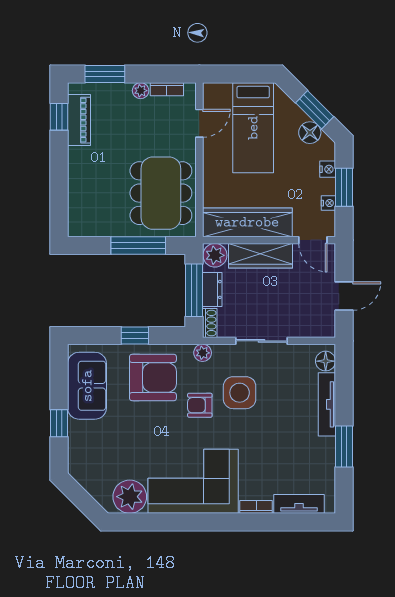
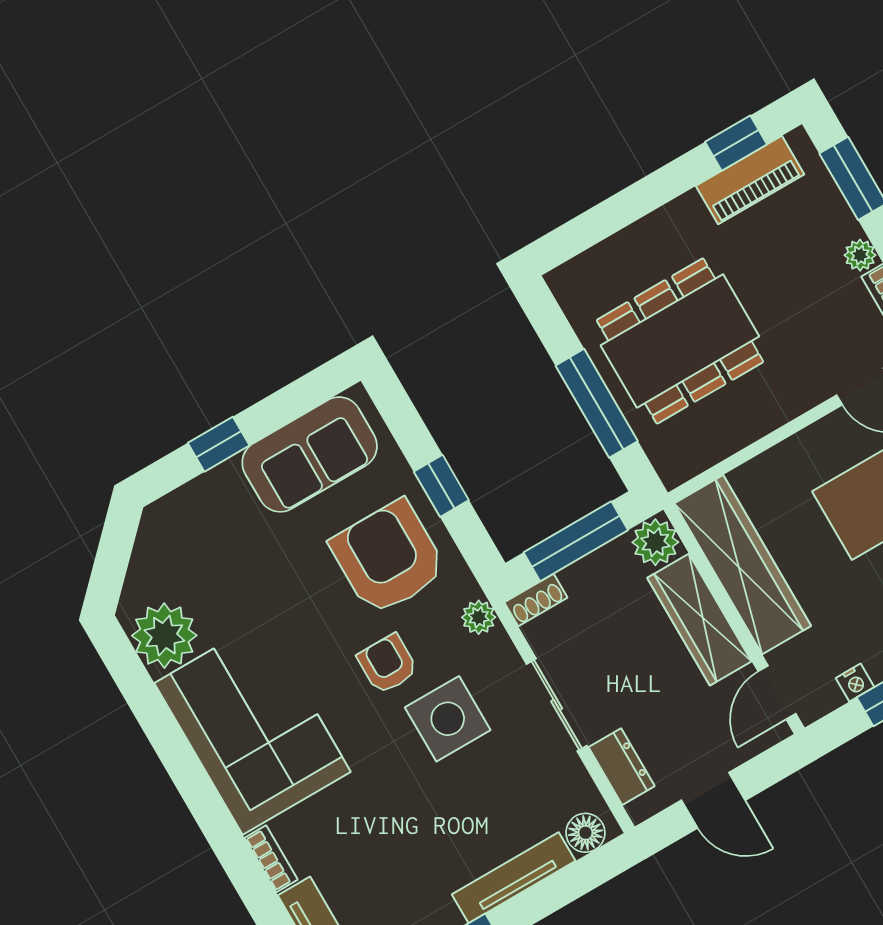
dining table: (161, 193) -> (680, 341), moved
dresser: (212, 289) -> (622, 767), moved, turned -90
armchair: (153, 377) -> (388, 558), turned 180

